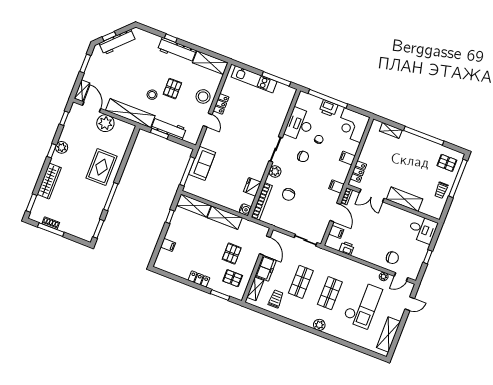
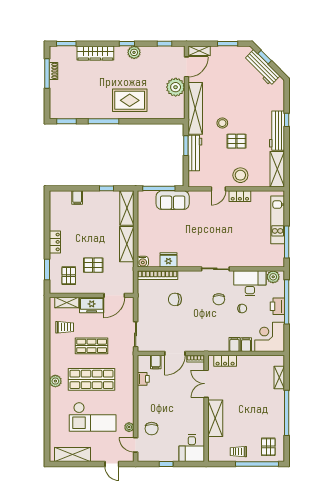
plant: (275, 172) -> (273, 277), moved
filing cabinet: (336, 187) -> (246, 345), moved
shop shelf: (330, 293) -> (92, 379), width x1.43, depth x1.36

